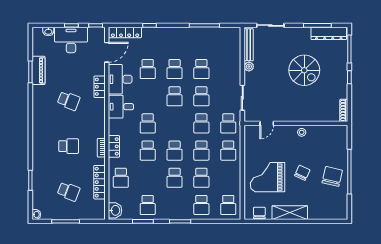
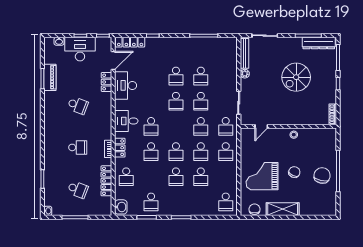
school desk: (148, 69) -> (151, 76), removed
spiral stairs: (304, 70) -> (296, 77), turned 90
locker: (100, 87) -> (106, 82), moved
desk: (121, 107) -> (126, 121), moved
school desk: (201, 205) -> (201, 202), removed

